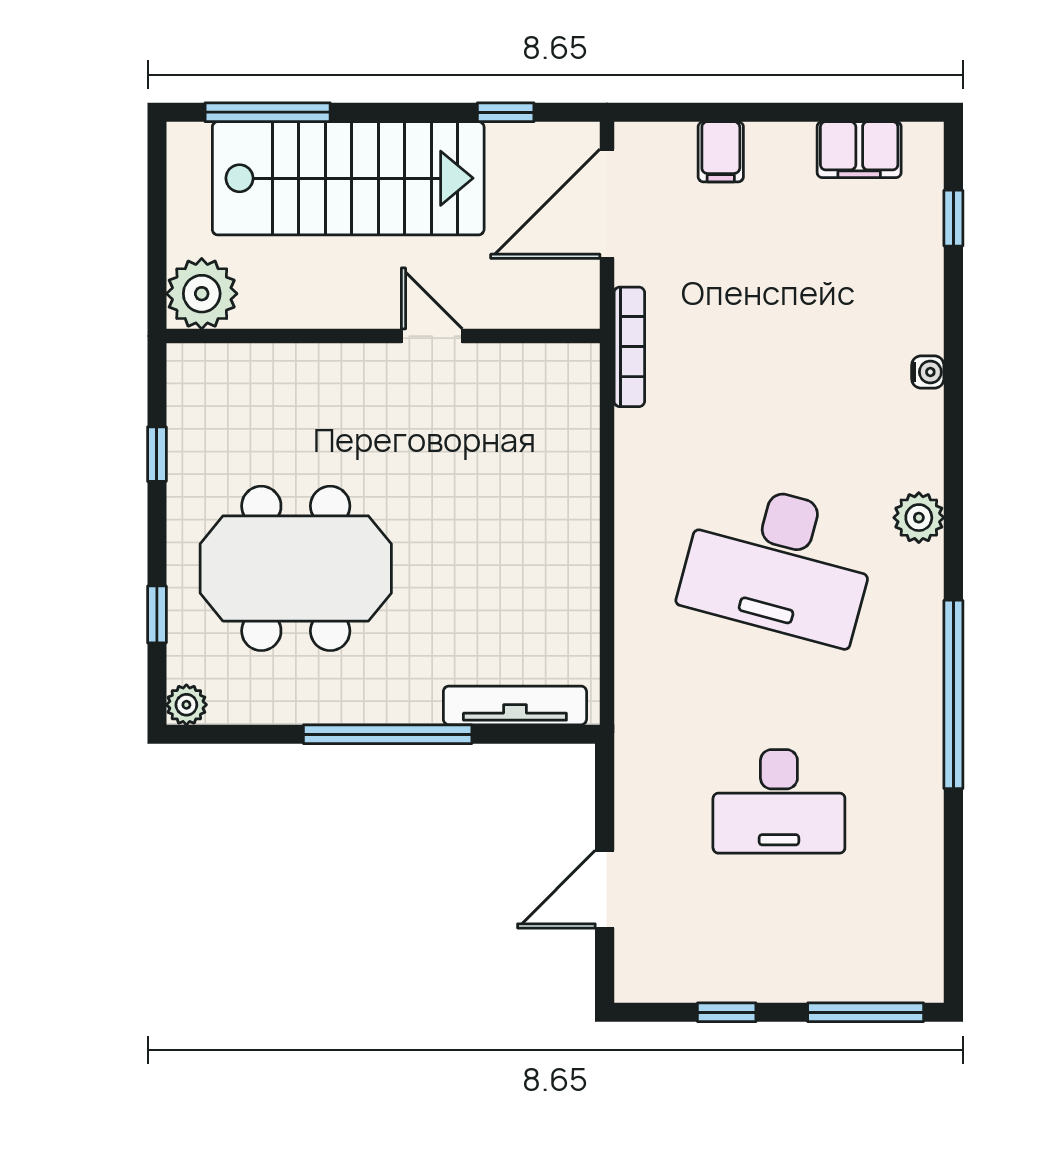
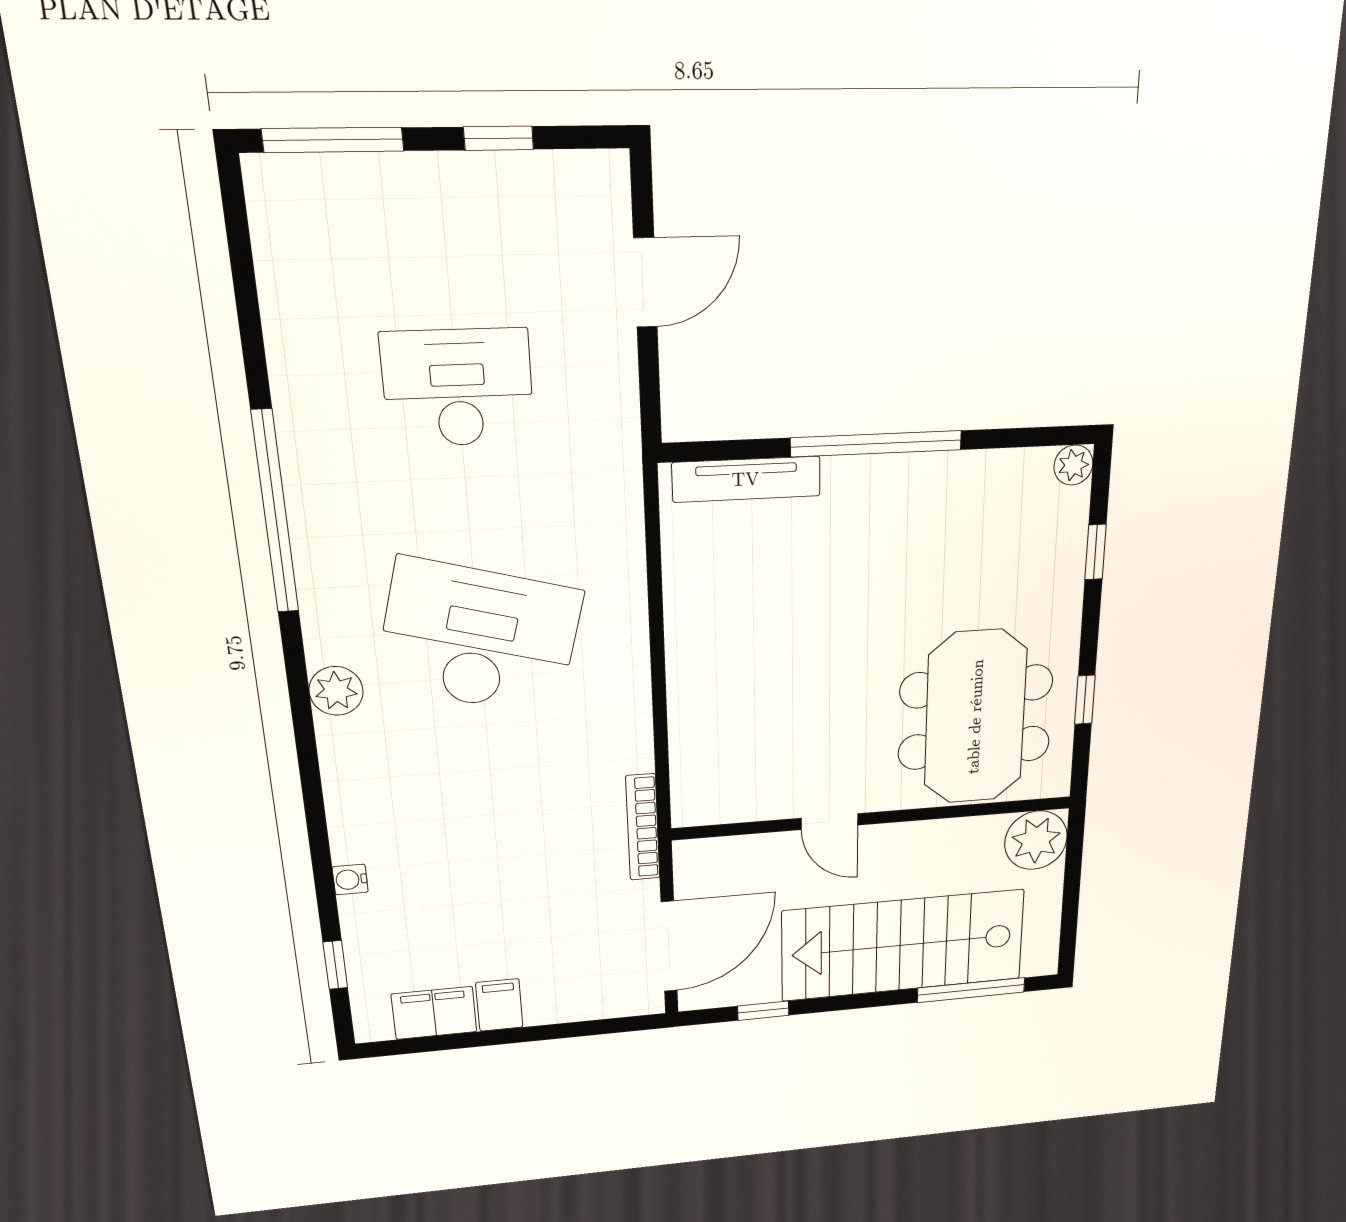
filing cabinet: (721, 152) -> (499, 1005), moved
water cooler: (928, 372) -> (350, 879), moved
meeting table: (296, 568) -> (975, 717), moved, turned 90

